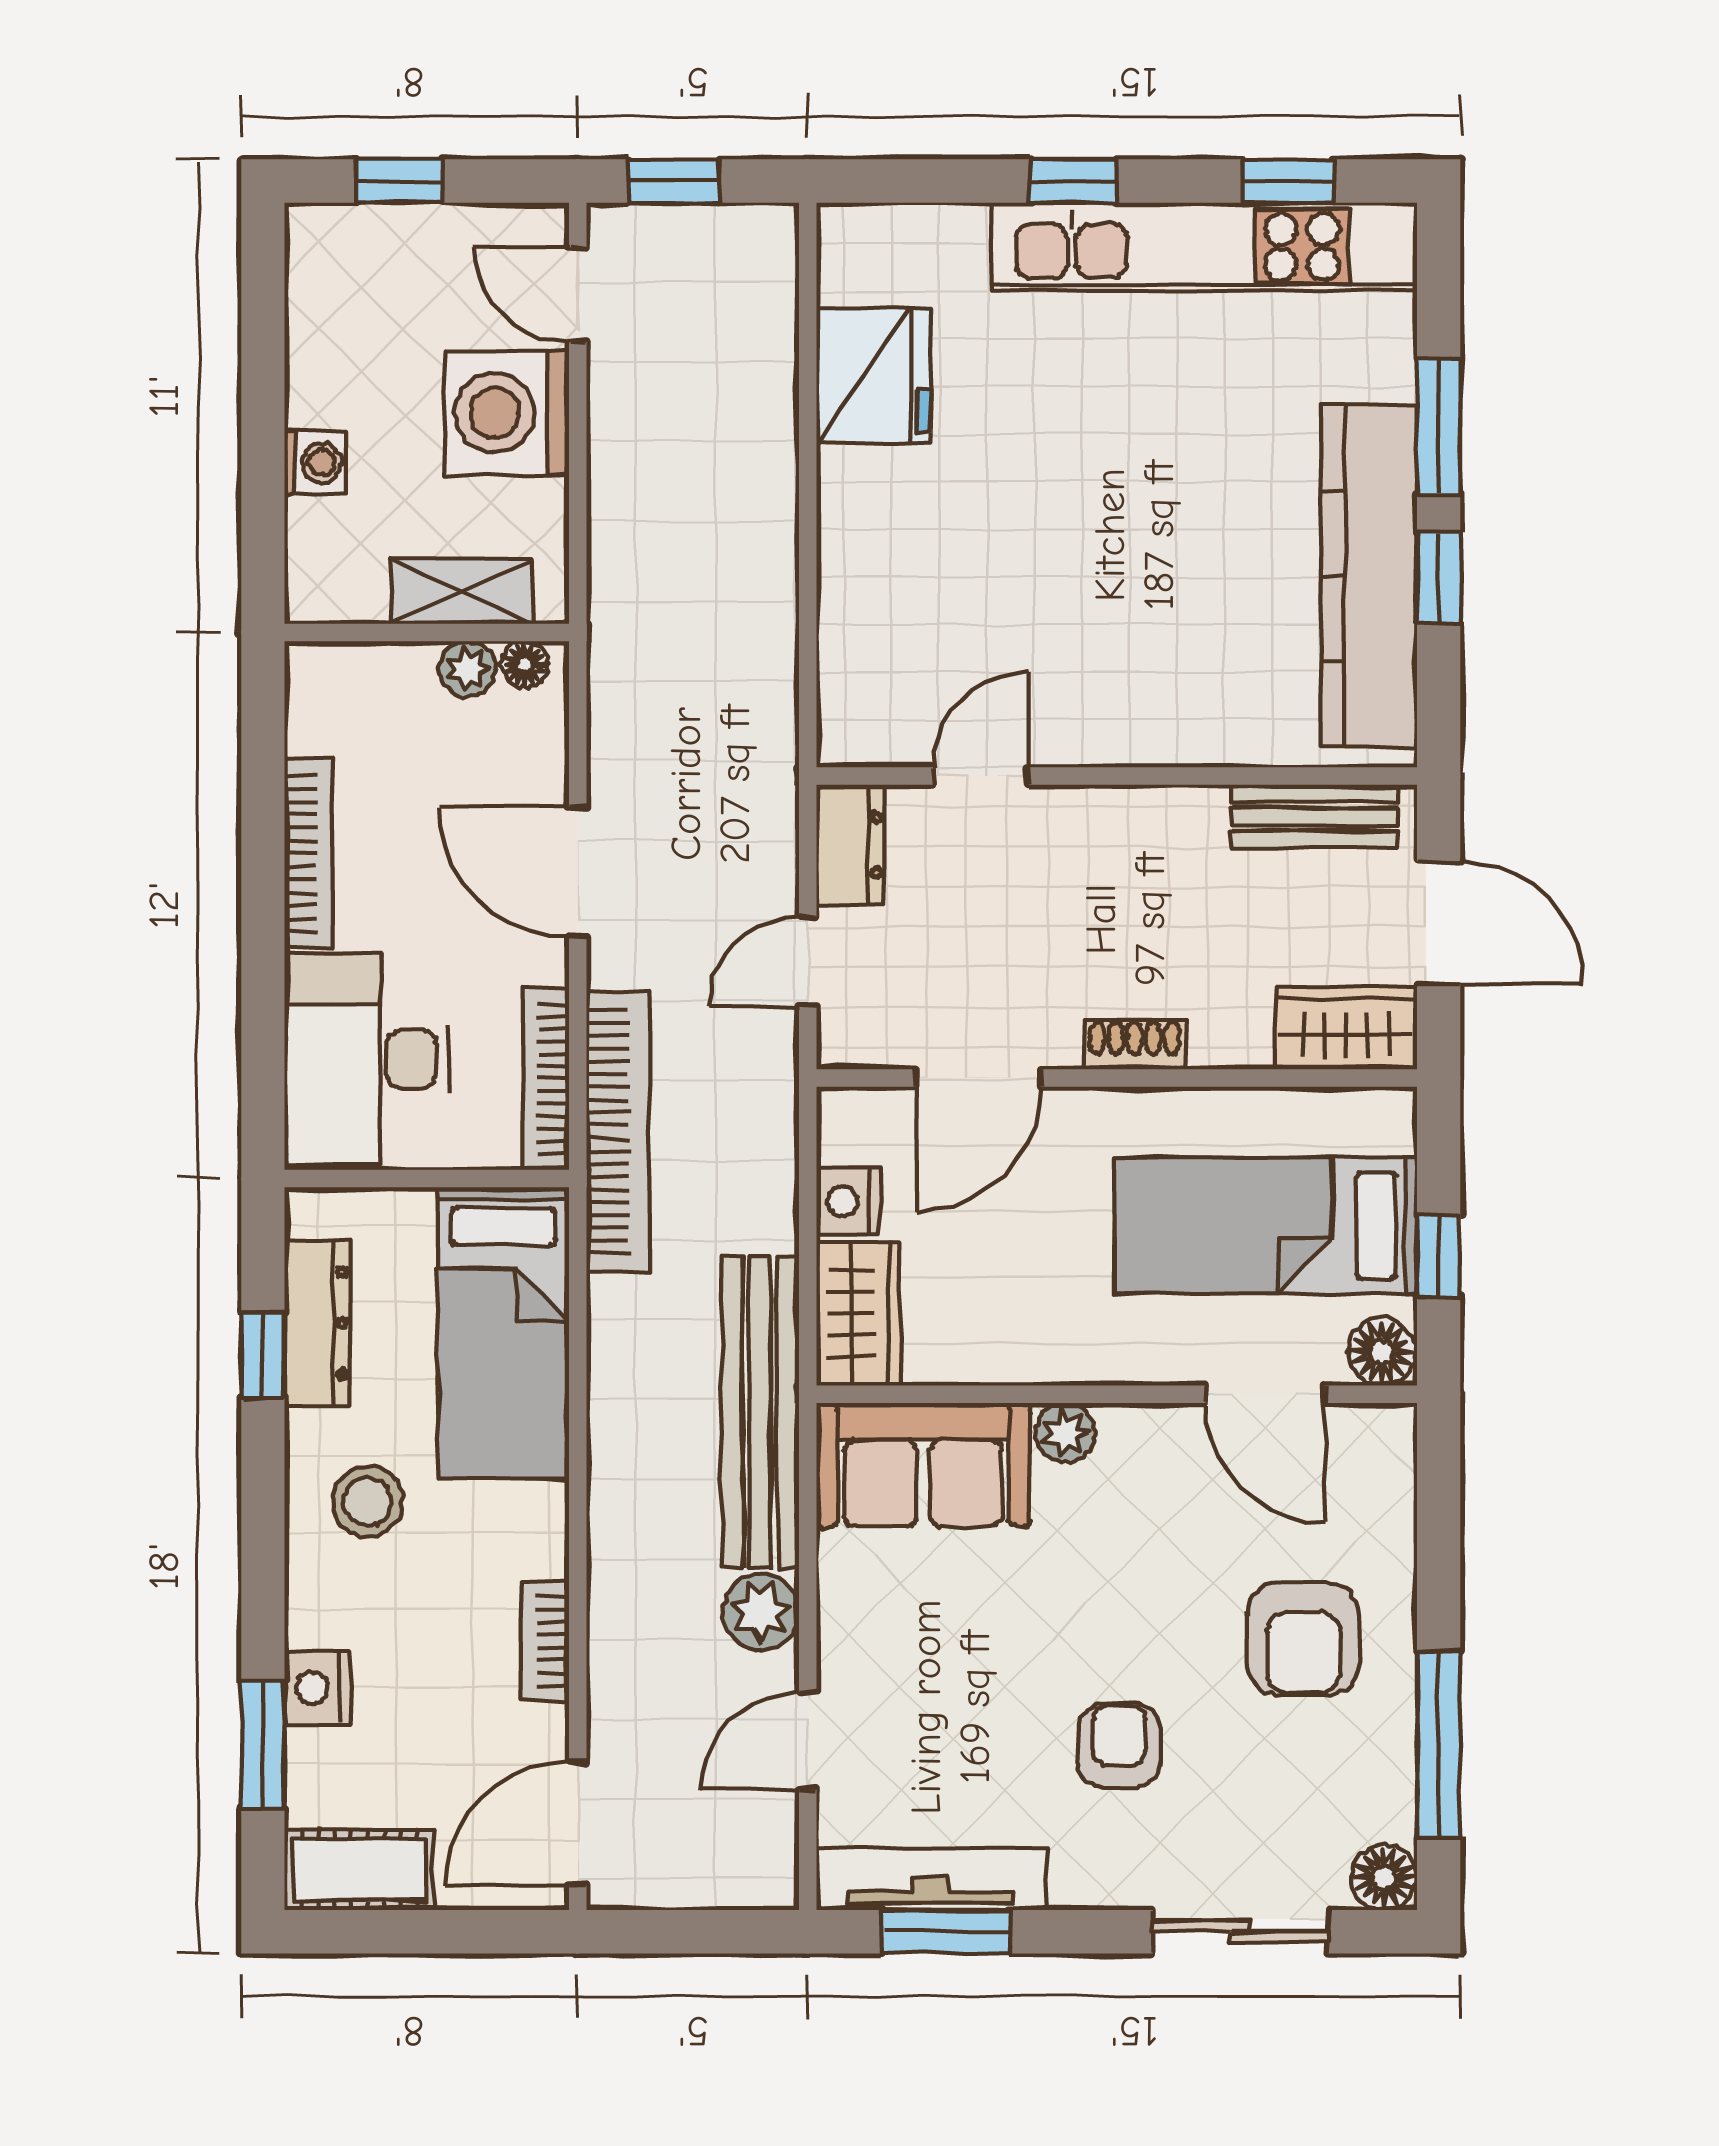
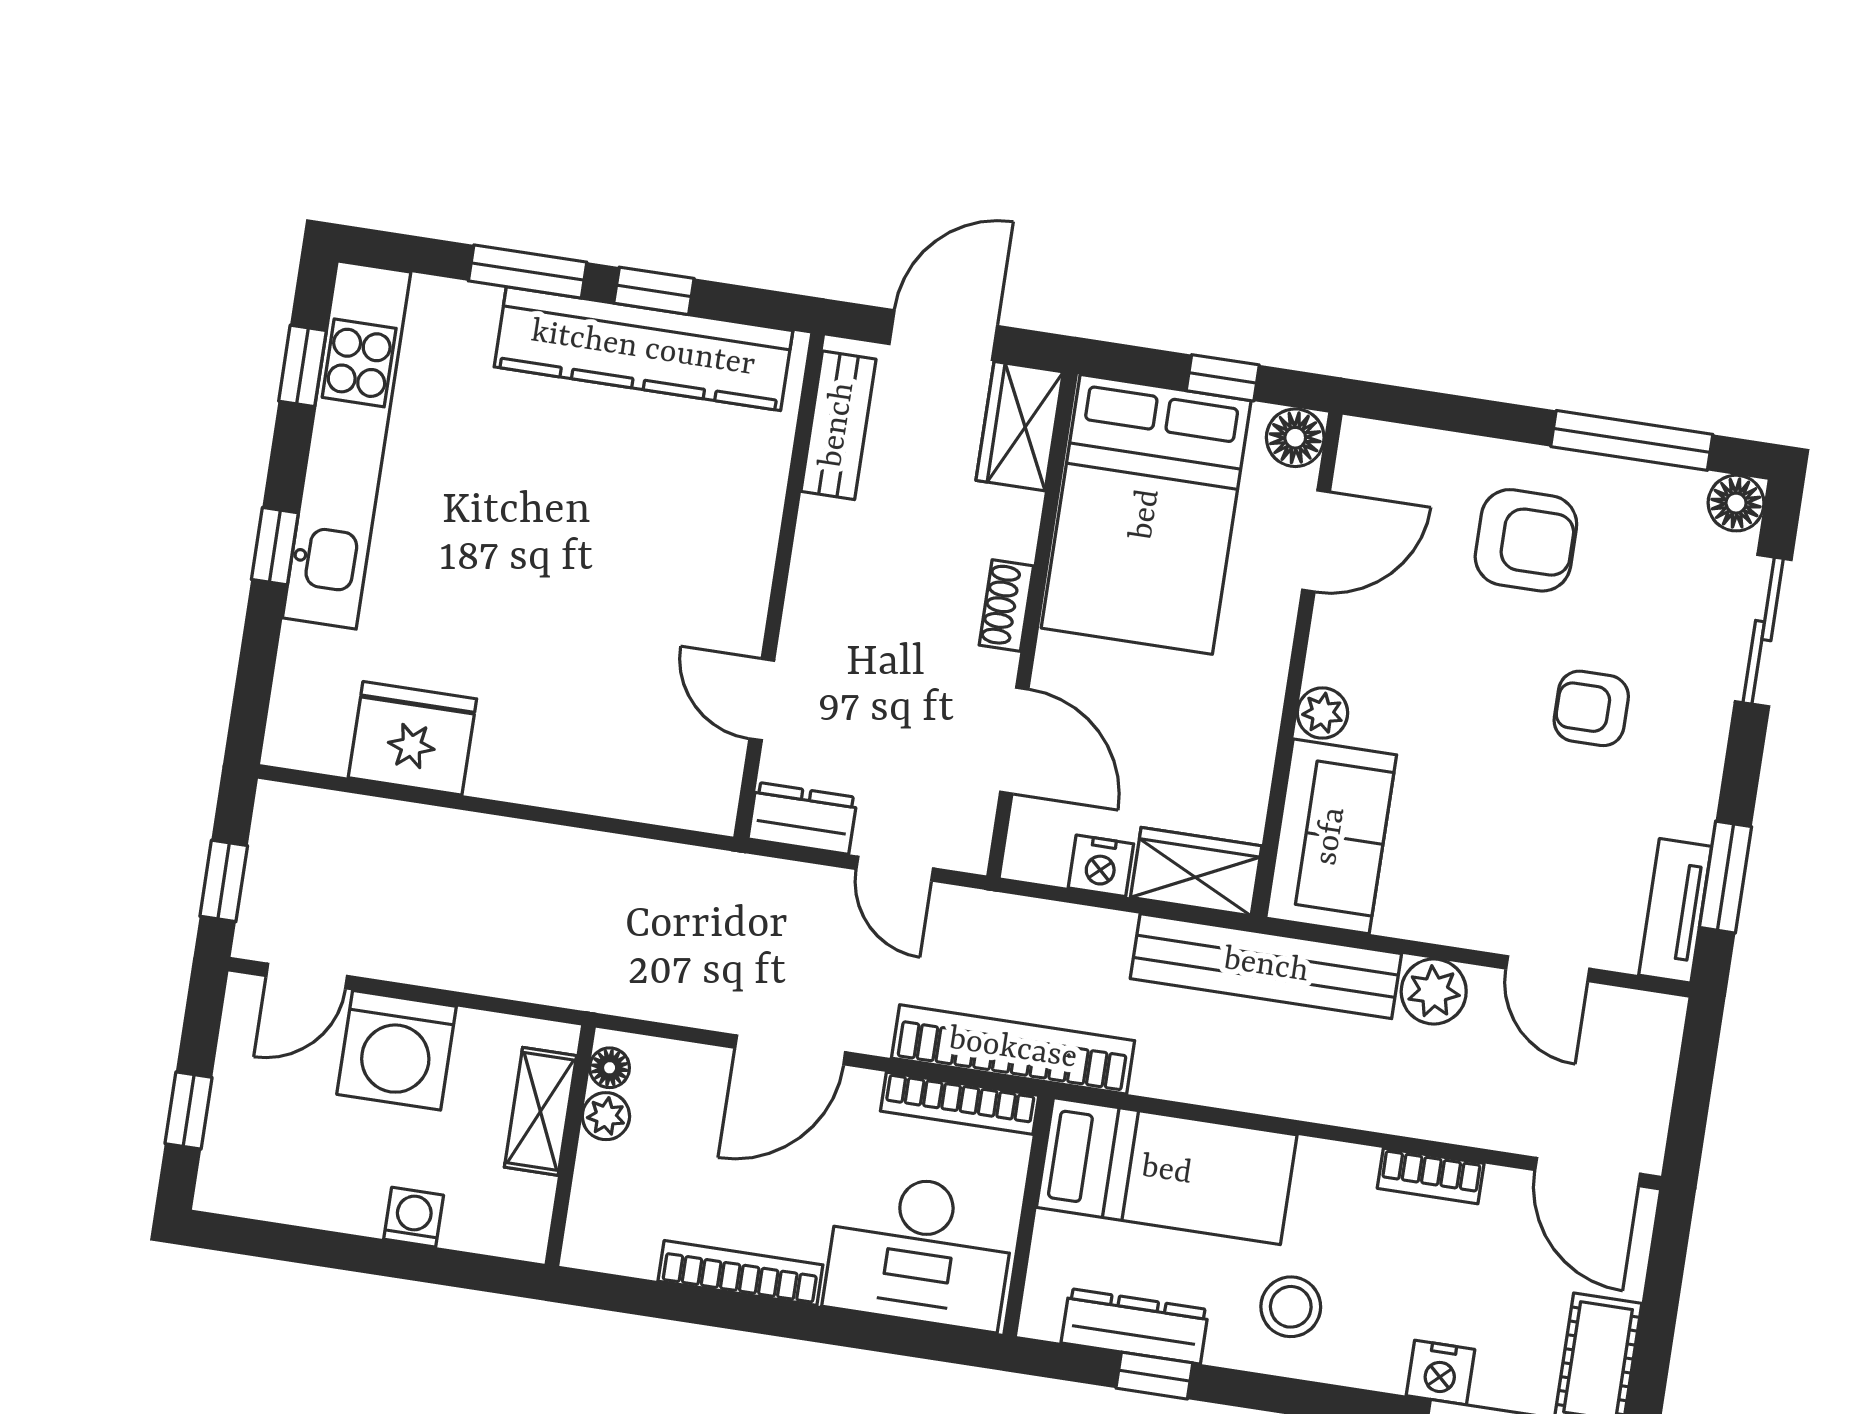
bed: (1266, 1226) -> (1146, 514), width x1.50
tv unit: (931, 1879) -> (1675, 911), width x0.71

